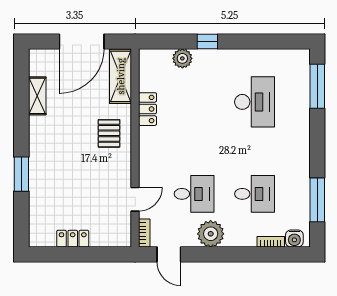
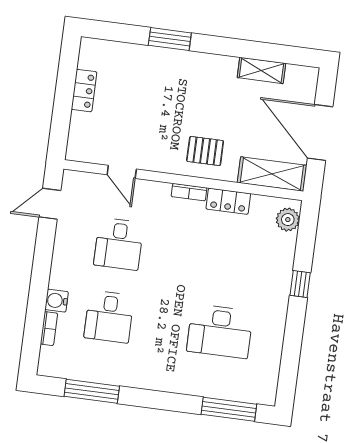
plant: (182, 58) -> (288, 220), moved
bookcase: (144, 233) -> (189, 192), moved
plant: (211, 234) -> (68, 257), removed
water cooler: (294, 238) -> (57, 301), moved

